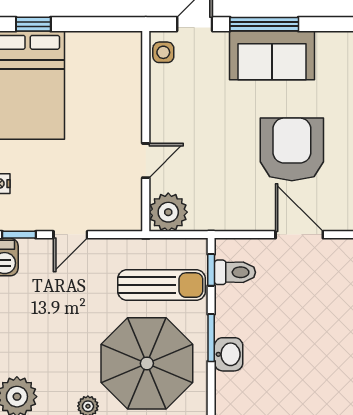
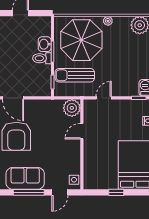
window: (33, 24) -> (116, 192), moved
door: (70, 235) -> (104, 98), moved
toilet: (235, 272) -> (42, 58), moved

